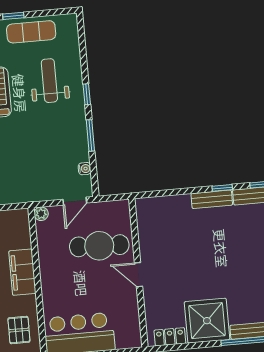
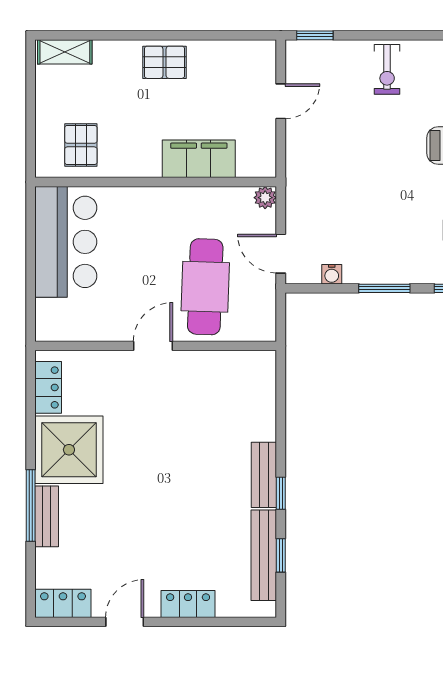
filing cabinet: (22, 272) -> (199, 159), moved
pallet: (19, 330) -> (81, 145), turned 90

